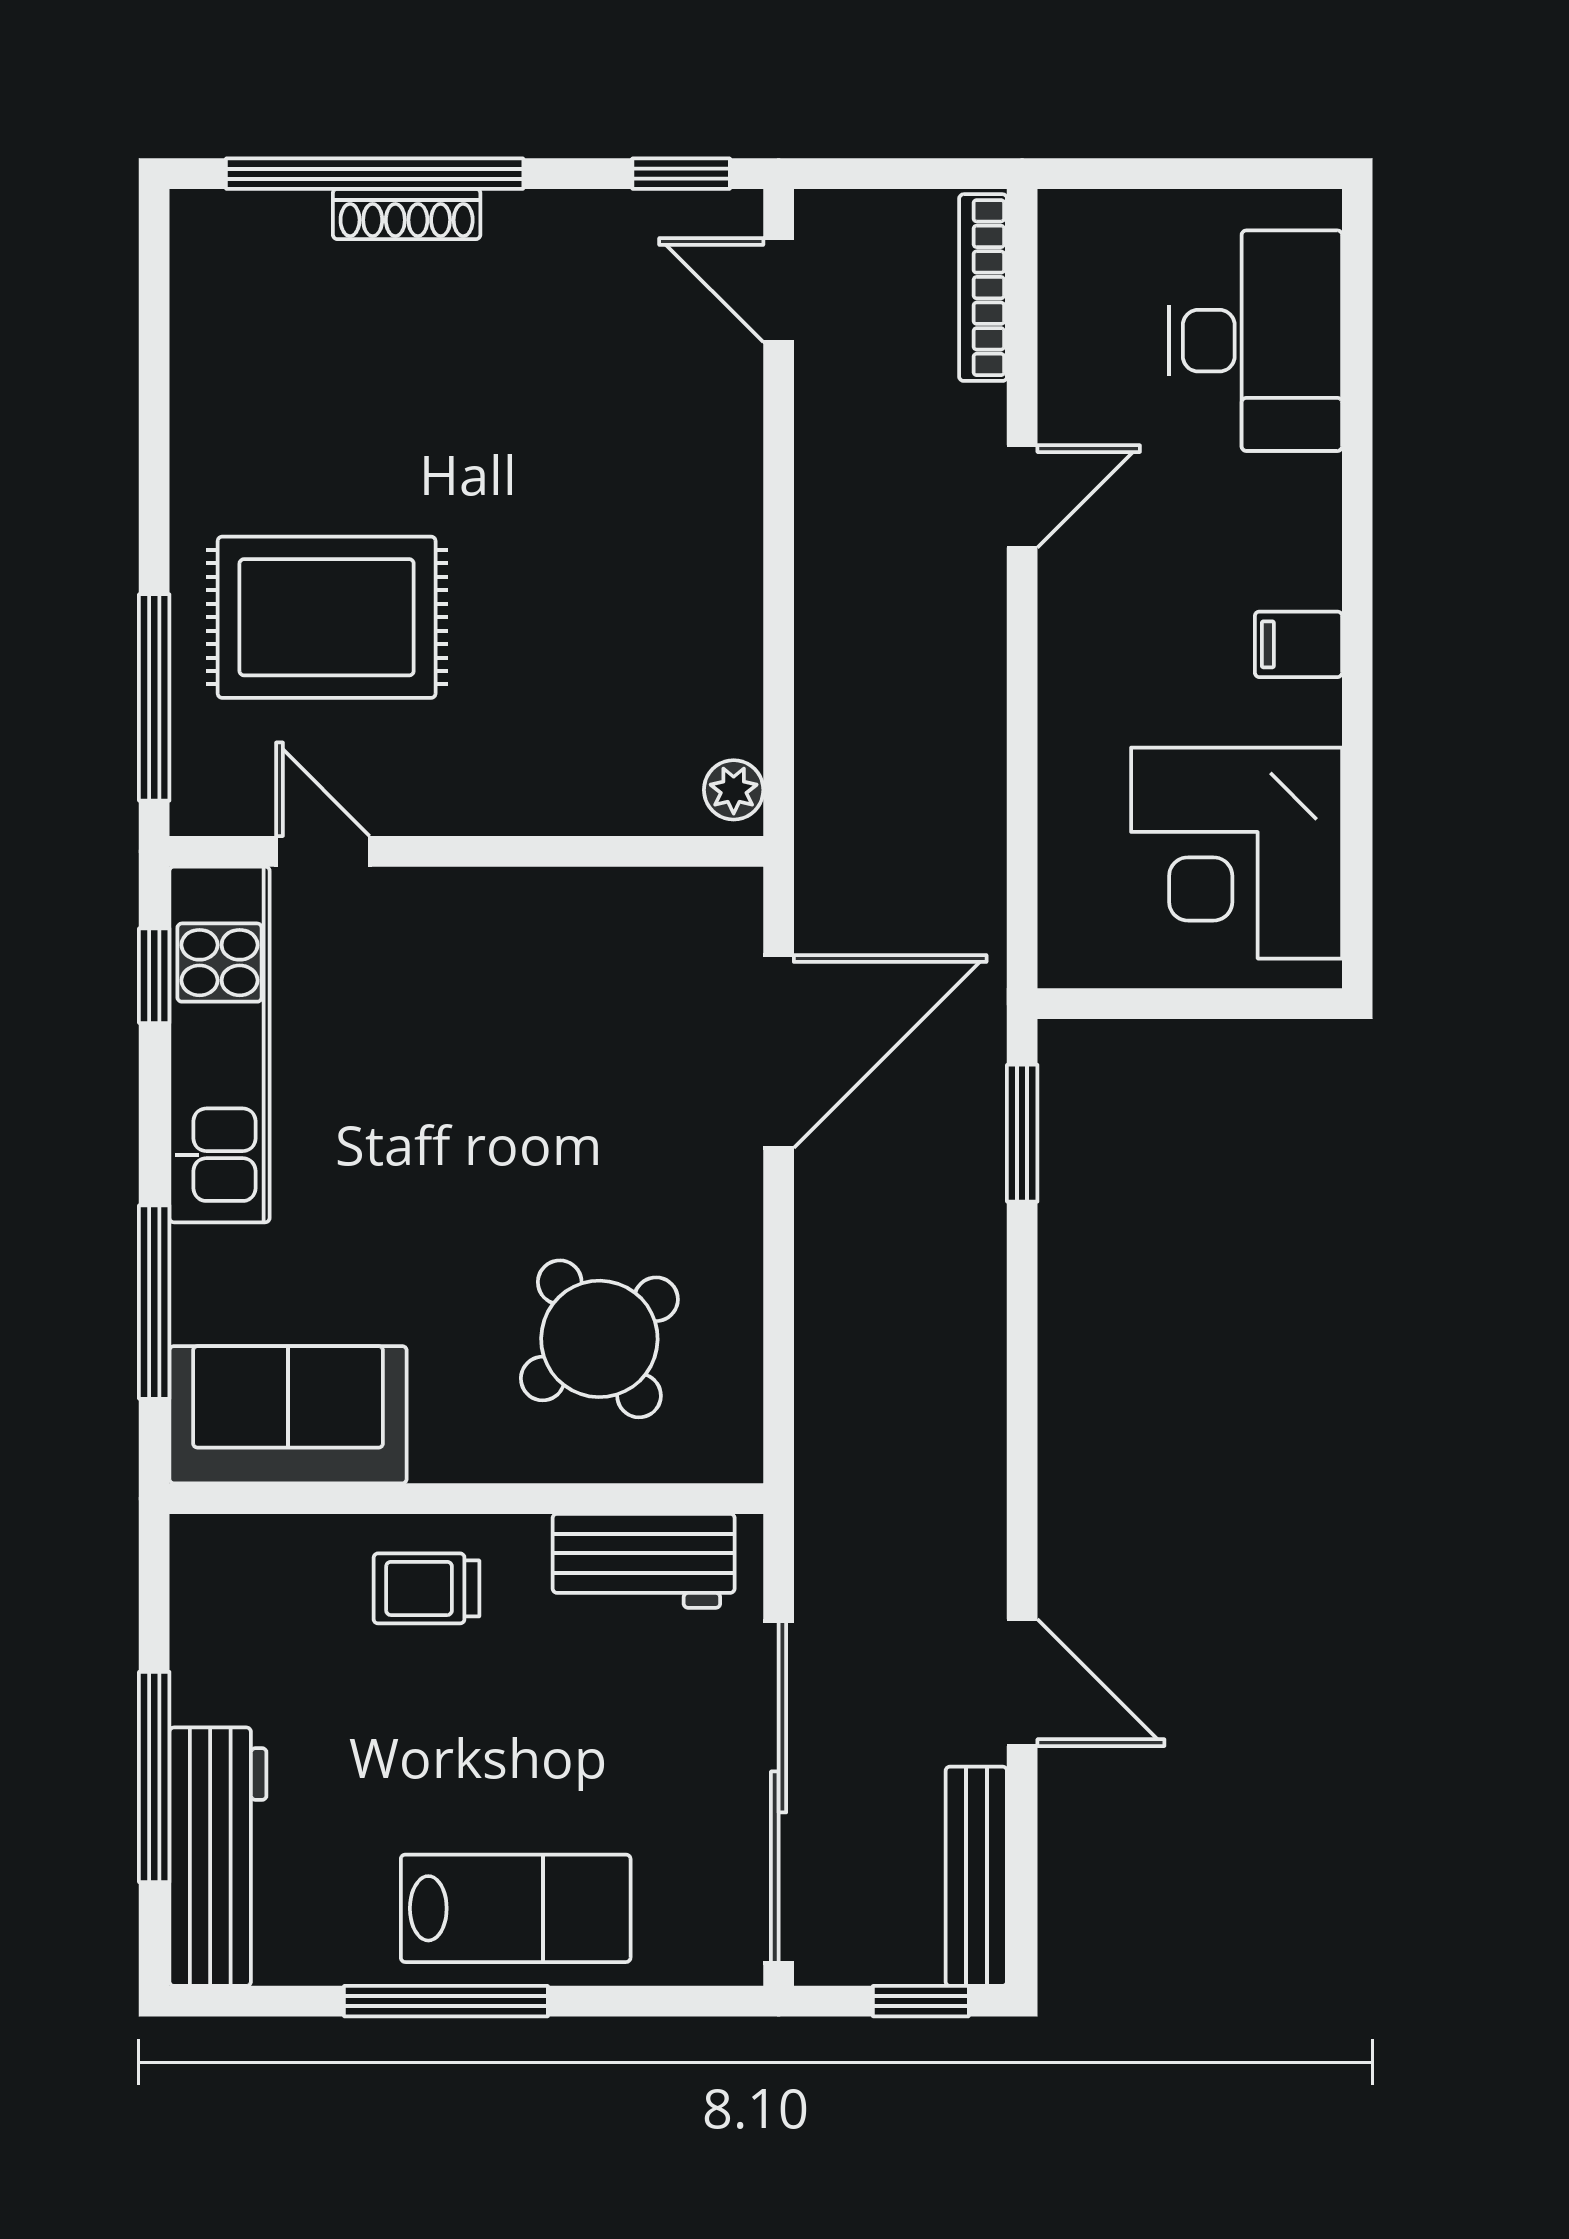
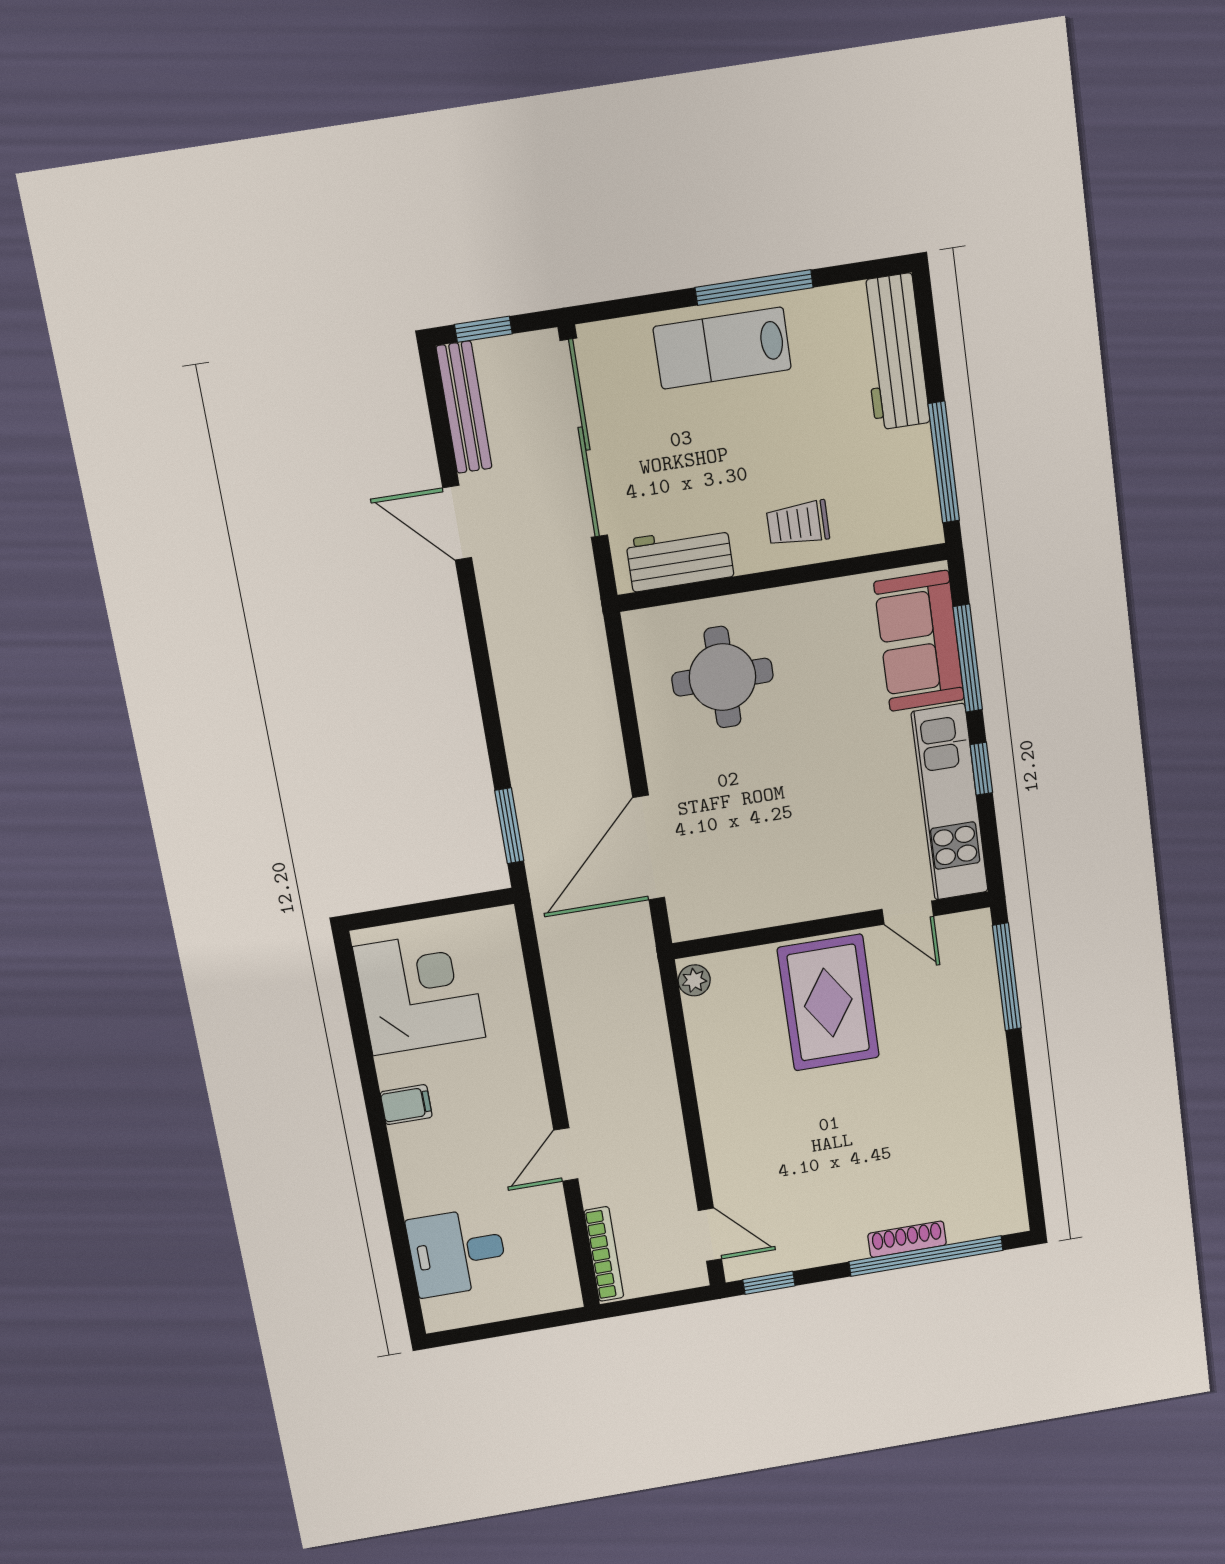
desk: (1255, 341) -> (457, 1252), width x0.73
rug: (327, 617) -> (828, 1003), moved, turned 90
window: (154, 976) -> (981, 769), moved
round table: (599, 1339) -> (723, 677), turned 35
sofa: (288, 1415) -> (919, 641), moved, turned 90
trolley: (426, 1588) -> (798, 524), turned 180
window: (154, 1777) -> (944, 462), moved

